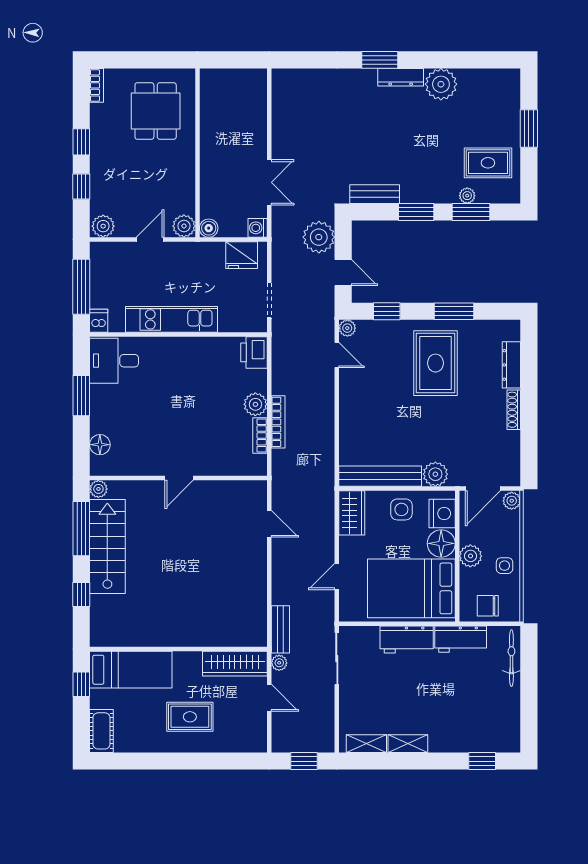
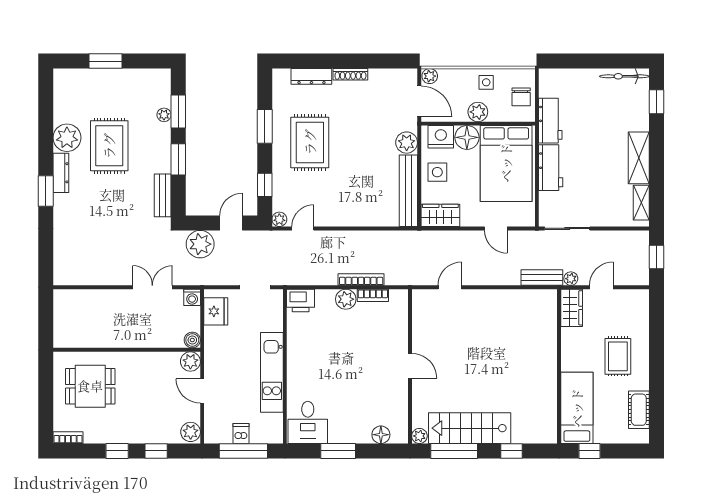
rug: (488, 163) -> (109, 146), moved, width x1.36, depth x1.43
dishwasher: (99, 321) -> (241, 434), moved, turned 90
rug: (435, 363) -> (310, 142), turned 90
bicycle: (511, 658) -> (624, 76), moved
wardrobe: (235, 664) -> (572, 308), width x0.67
cot: (101, 731) -> (639, 410), moved, turned 90
shelving: (408, 744) -> (639, 158), width x1.50, depth x1.33

